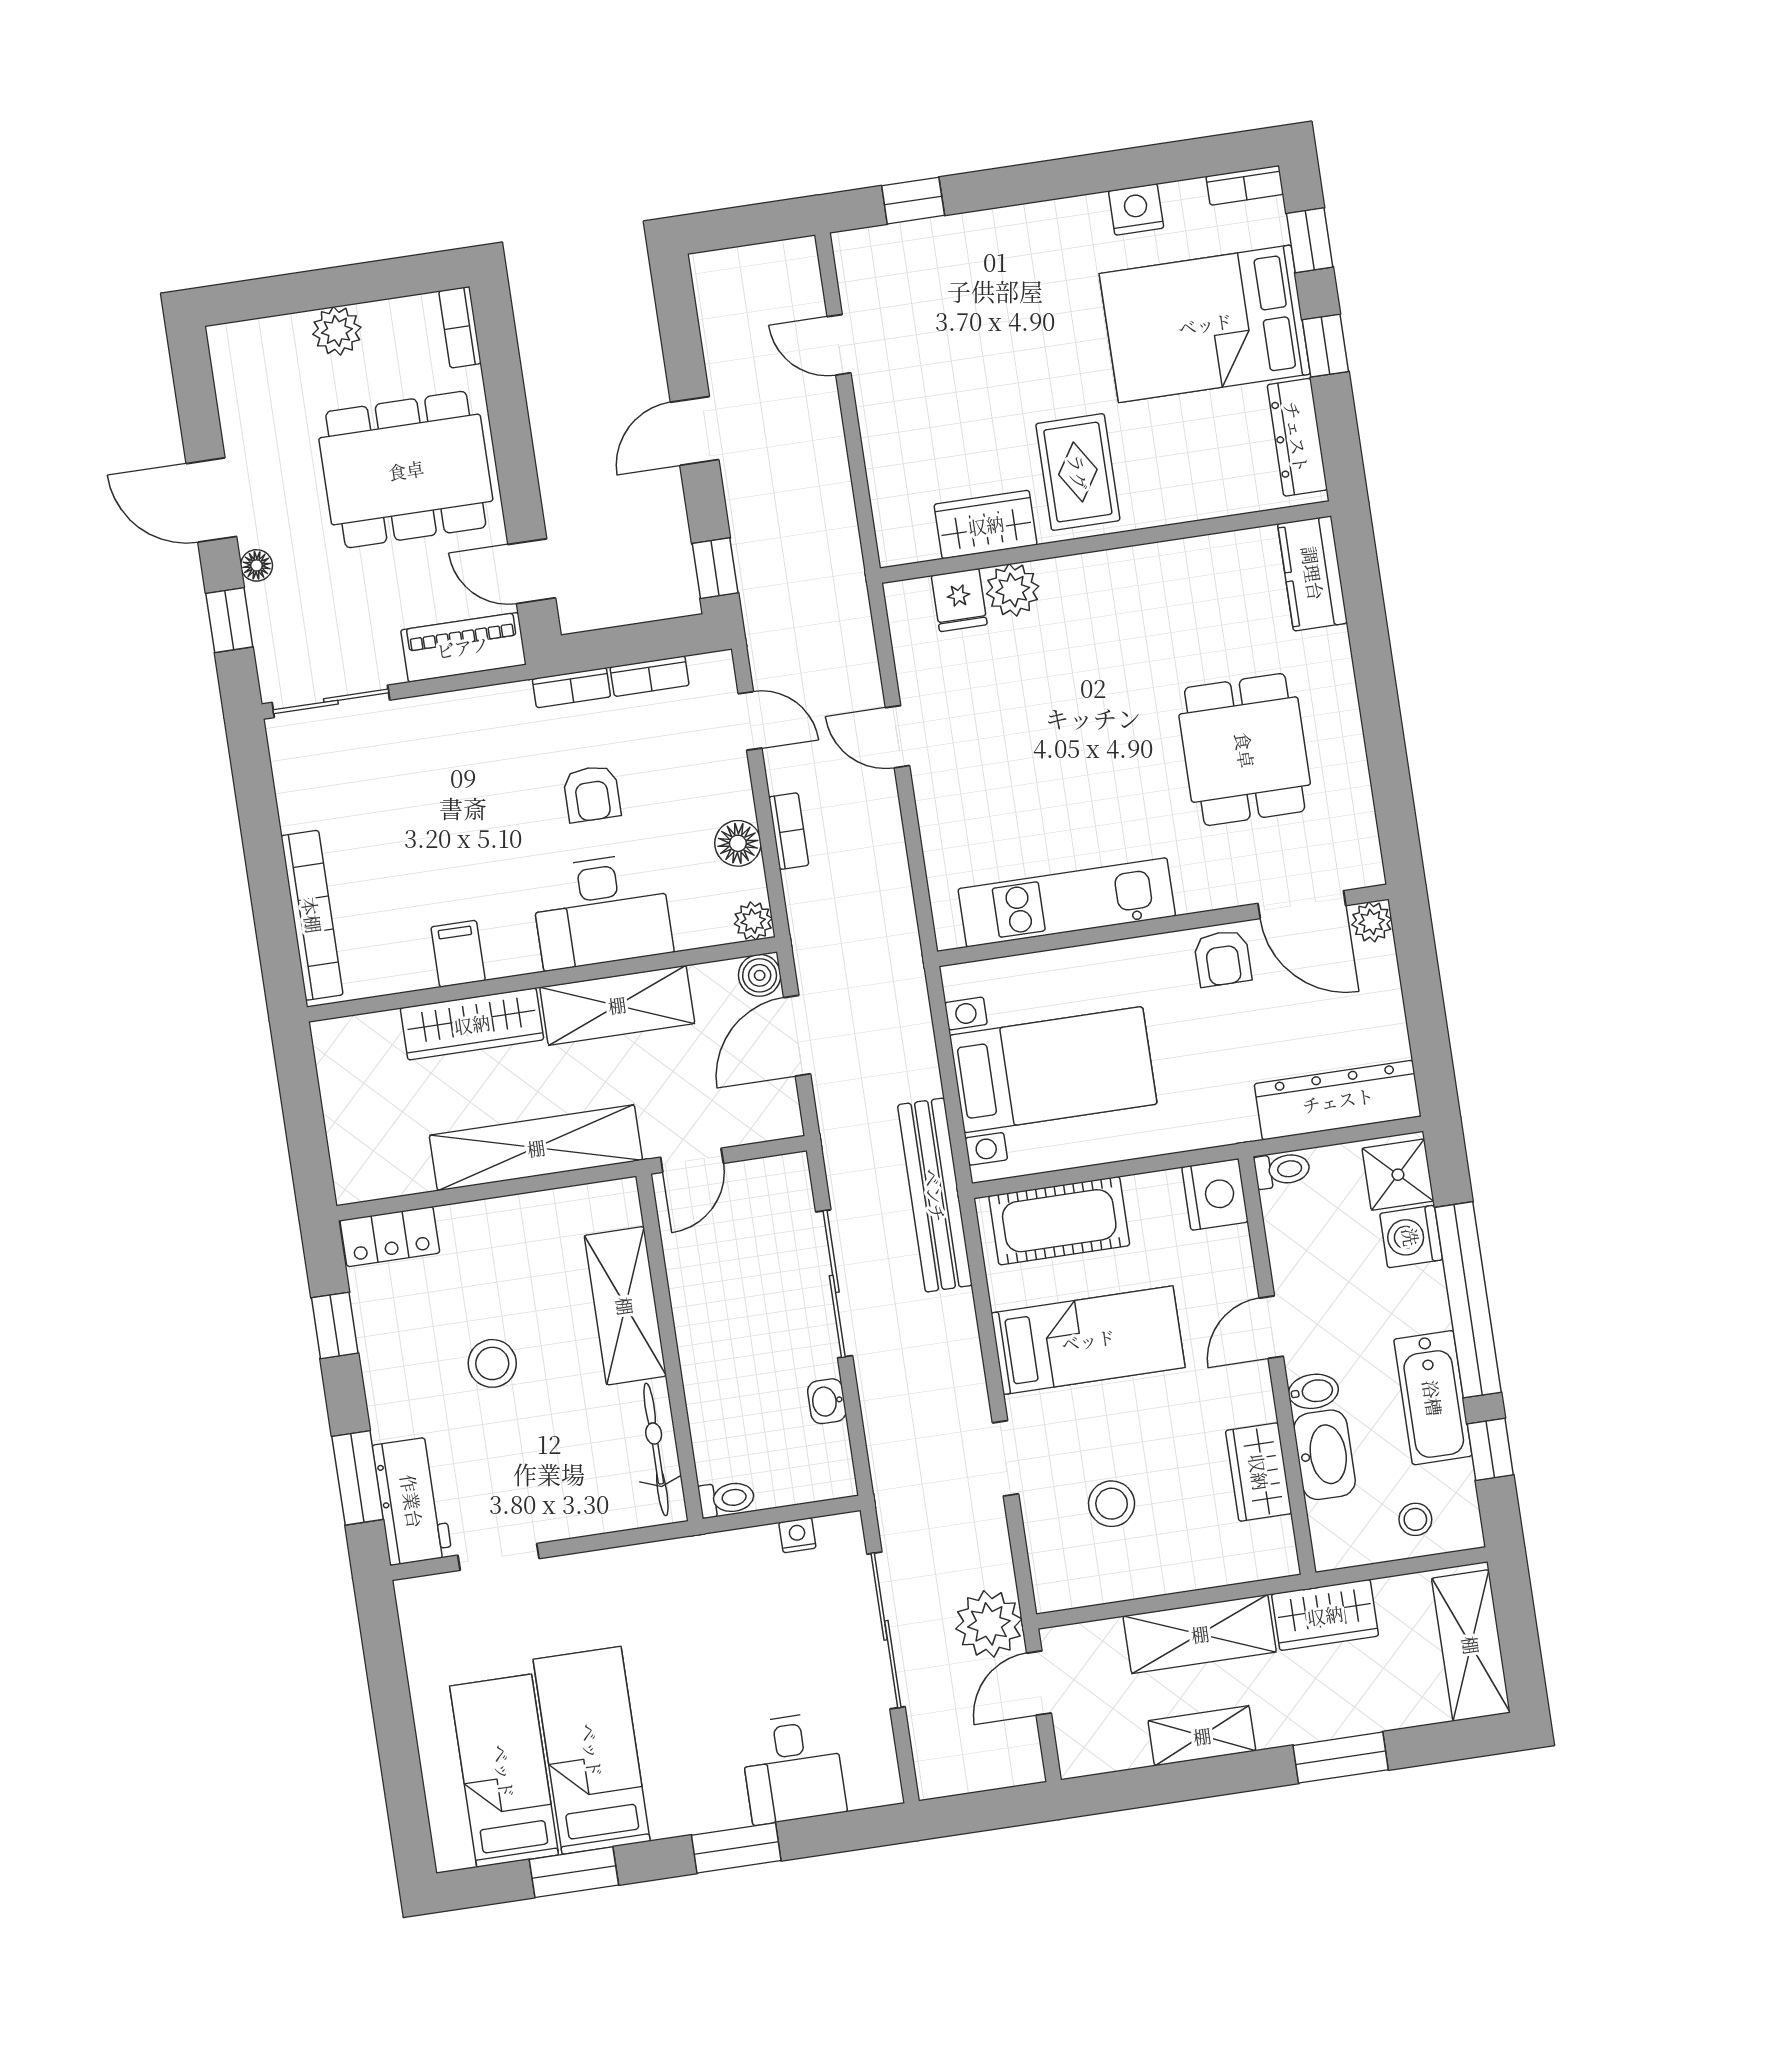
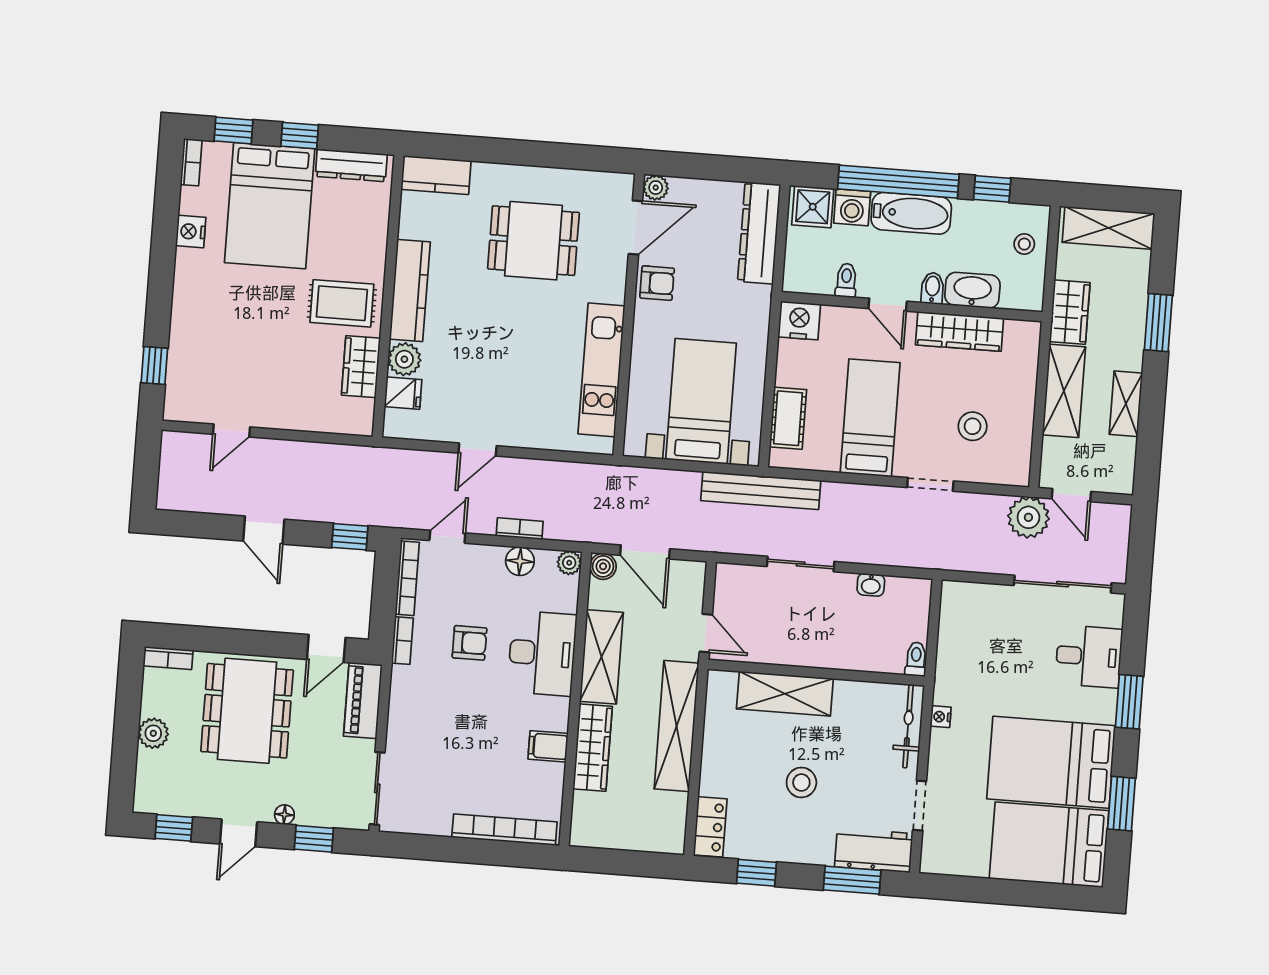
window: (196, 397) -> (174, 828), added
door: (211, 500) -> (238, 833), width x0.73
kitchen counter: (1122, 574) -> (410, 291), added
bookcase: (650, 676) -> (407, 578), width x1.56
toilet: (1282, 1170) -> (846, 280), moved
cot: (1059, 1221) -> (788, 418), width x0.73, depth x0.75
sliding door: (834, 1284) -> (801, 564), width x0.73
bathtub: (1433, 1398) -> (911, 213), moved
bicycle: (656, 1449) -> (908, 726), moved, turned 90
wardrobe: (1259, 1472) -> (959, 331), width x1.50
nightstand: (797, 1535) -> (941, 717), moved
sliding door: (886, 1630) -> (1063, 584), moved
bed: (592, 1750) -> (1051, 762), width x1.50
bed: (504, 1771) -> (1049, 845), width x1.50

